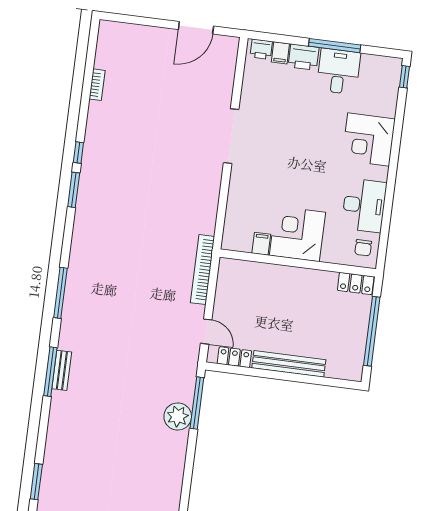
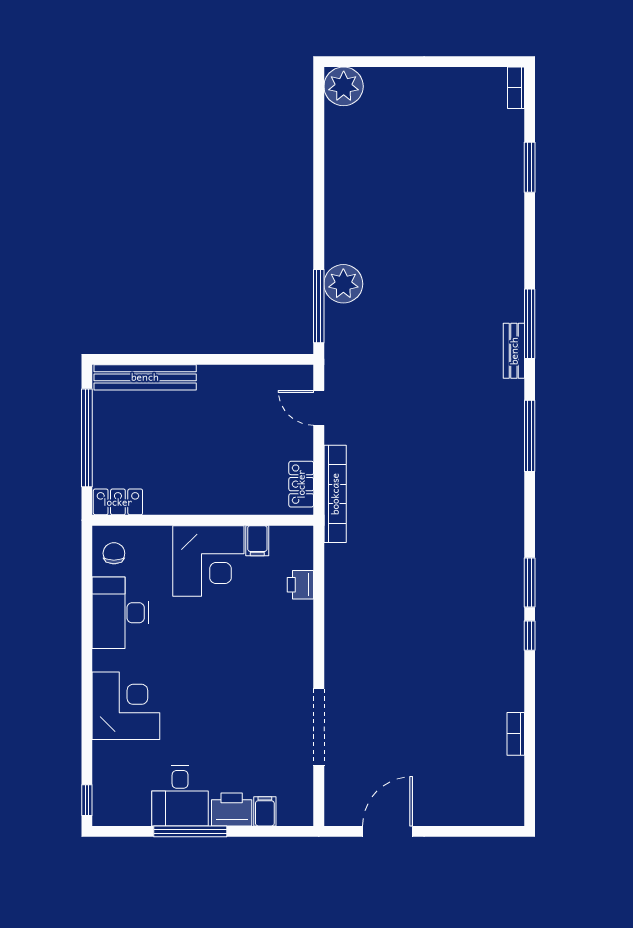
printer: (261, 49) -> (300, 585), moved, turned -90
doorway: (231, 136) -> (319, 727), moved
locker: (234, 357) -> (301, 484), moved, turned 90
bench: (289, 364) -> (145, 377), moved
bench: (62, 370) -> (514, 351), moved

